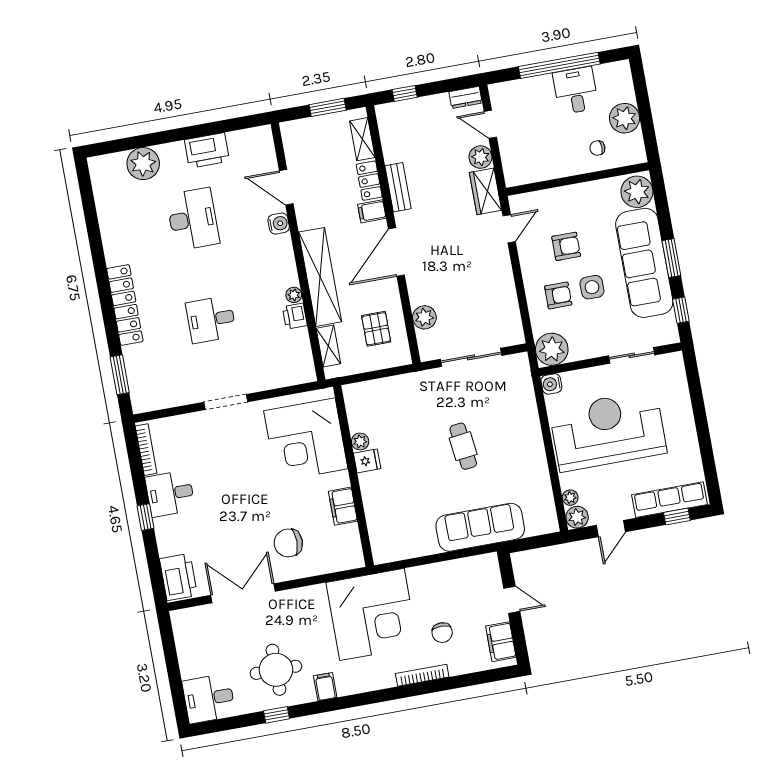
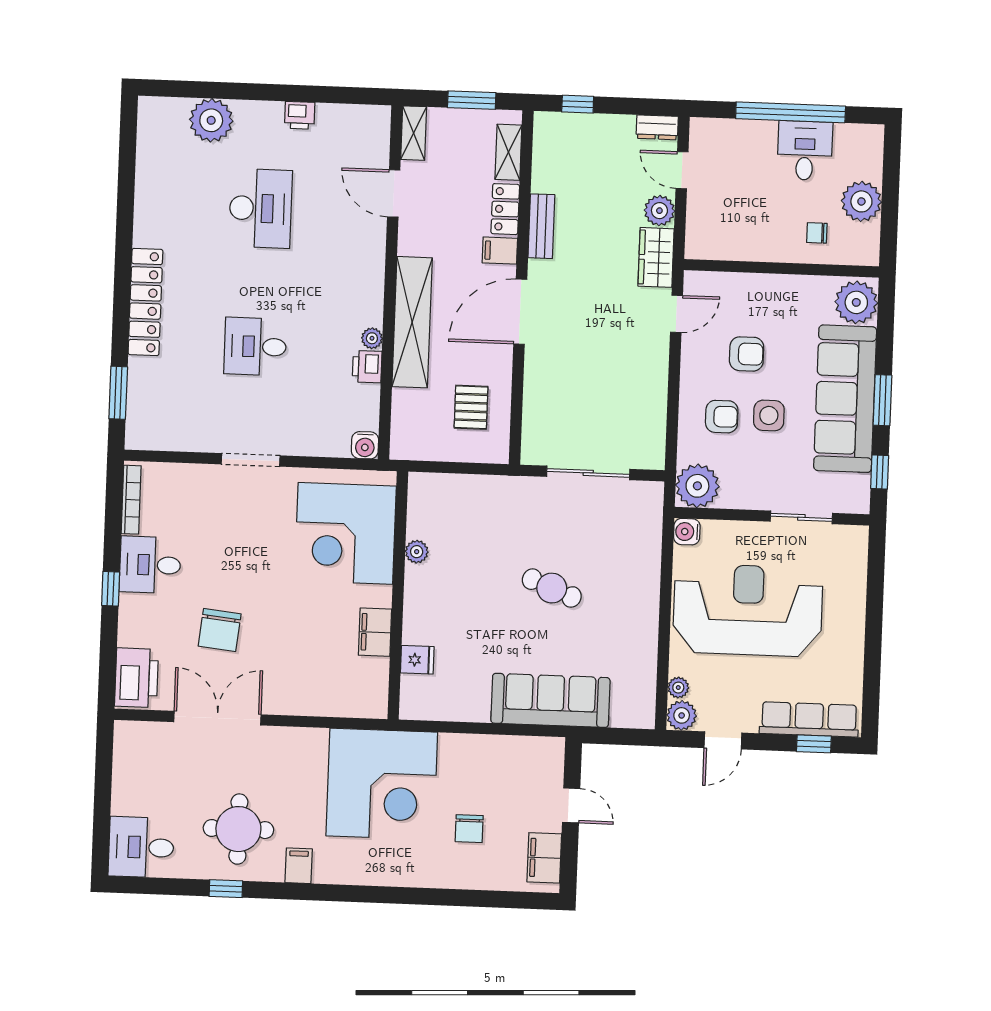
printer: (207, 151) -> (300, 115), width x0.53, depth x0.68
water cooler: (279, 224) -> (365, 445), moved, turned 90
plant: (424, 317) -> (538, 406), removed
shelving: (328, 346) -> (414, 133), moved
cafe table: (463, 446) -> (552, 588), turned -61
fridge: (367, 461) -> (417, 660), moved
chair: (288, 543) -> (220, 630), moved, turned -84
bookcase: (422, 675) -> (430, 879), removed

